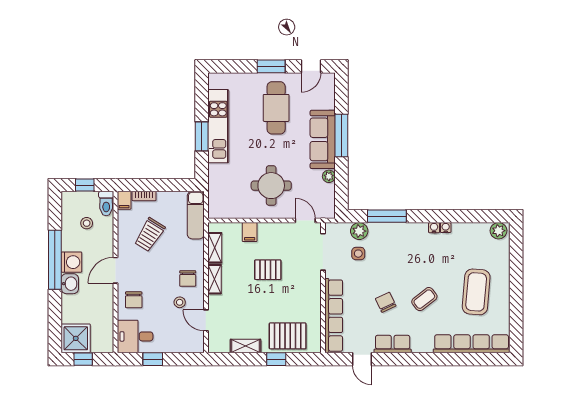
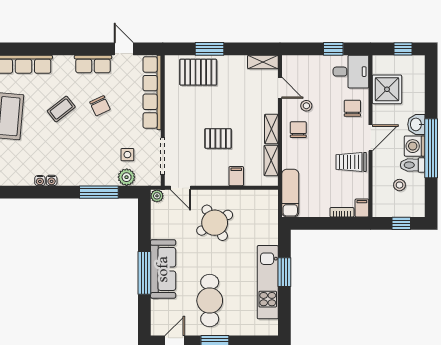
plant: (329, 176) -> (157, 196), moved
round table: (271, 186) -> (215, 223), turned -31
toilet: (106, 204) -> (413, 165), moved, turned -90
trolley: (150, 235) -> (351, 162), moved, turned -122
shower: (76, 338) -> (387, 89), moved
shelving: (246, 346) -> (263, 62), moved
window: (276, 359) -> (210, 49), width x1.50

